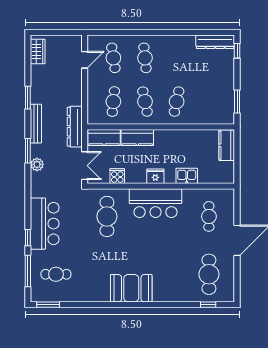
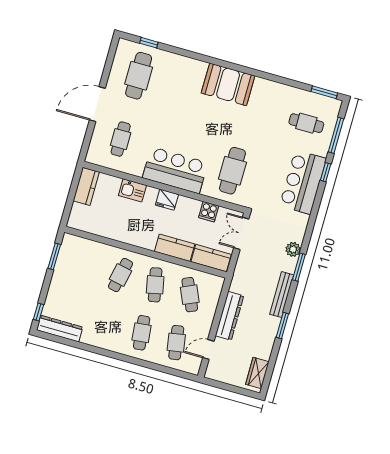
cafe table: (113, 102) -> (190, 295), turned -30
dresser: (75, 127) -> (230, 316), moved
kitchen counter: (227, 145) -> (86, 186), moved

